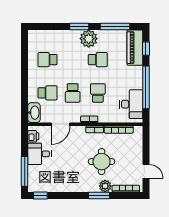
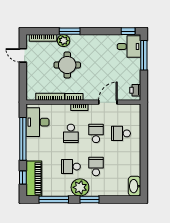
school desk: (48, 60) -> (96, 167), moved, turned -90
washbasin: (34, 113) -> (134, 186), moved
desk: (39, 154) -> (129, 47), moved

